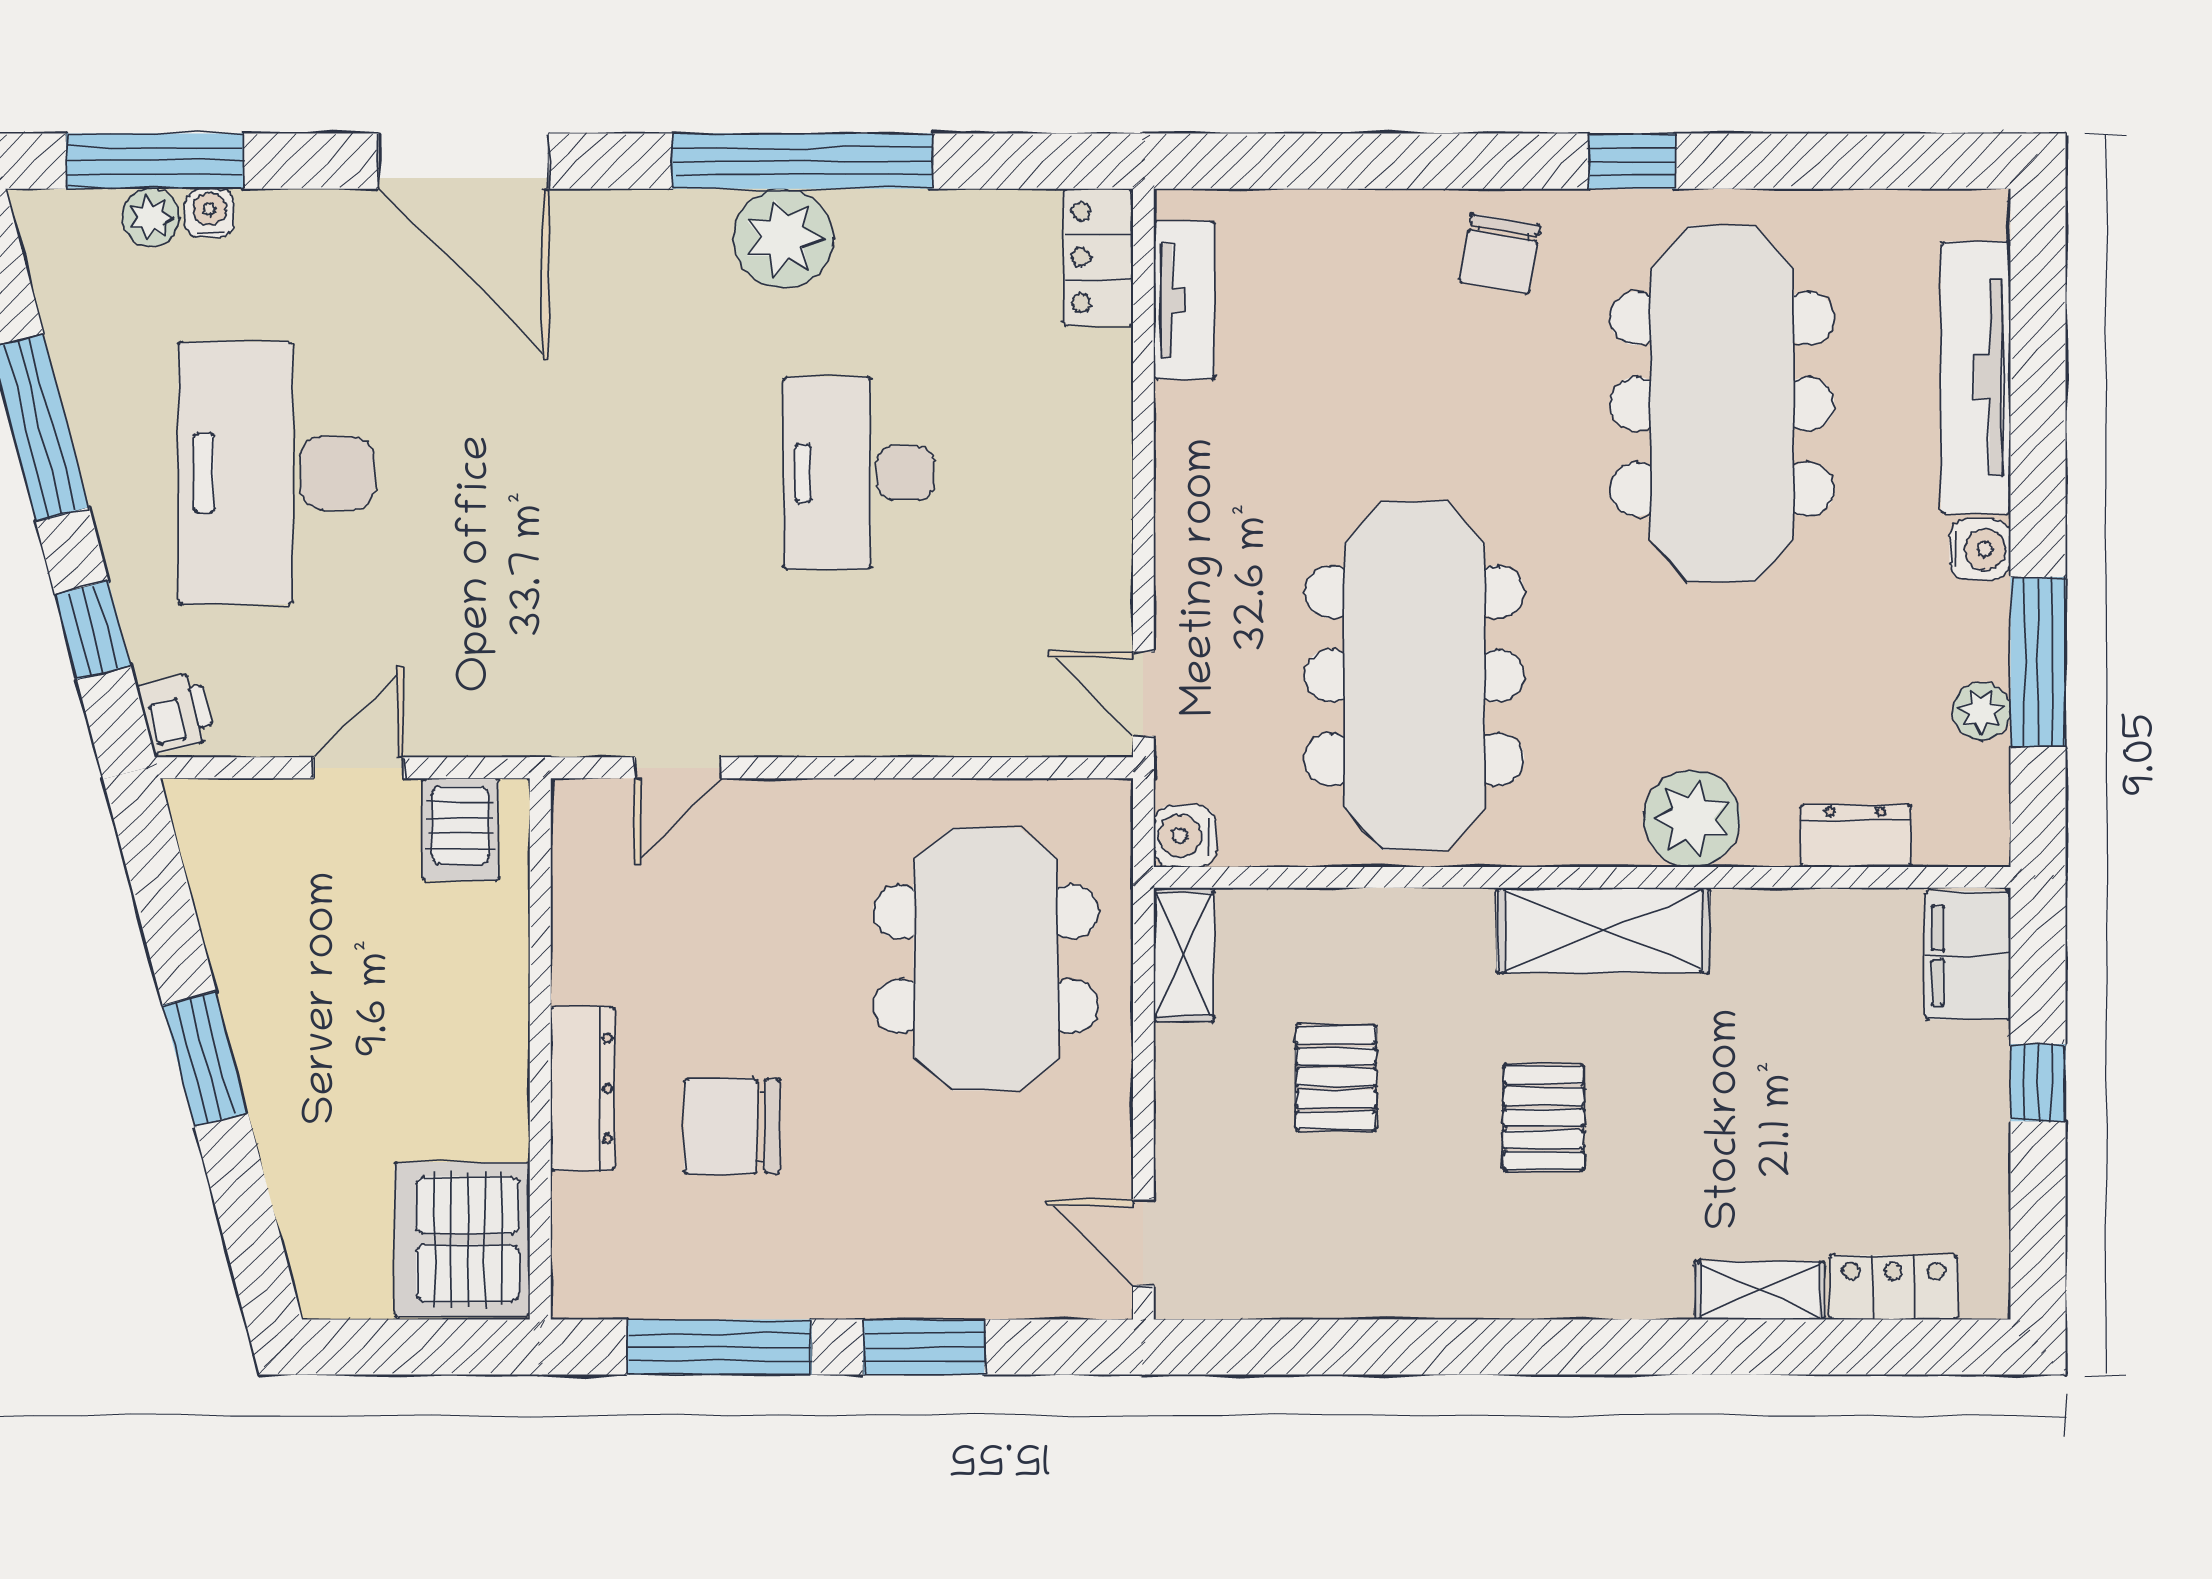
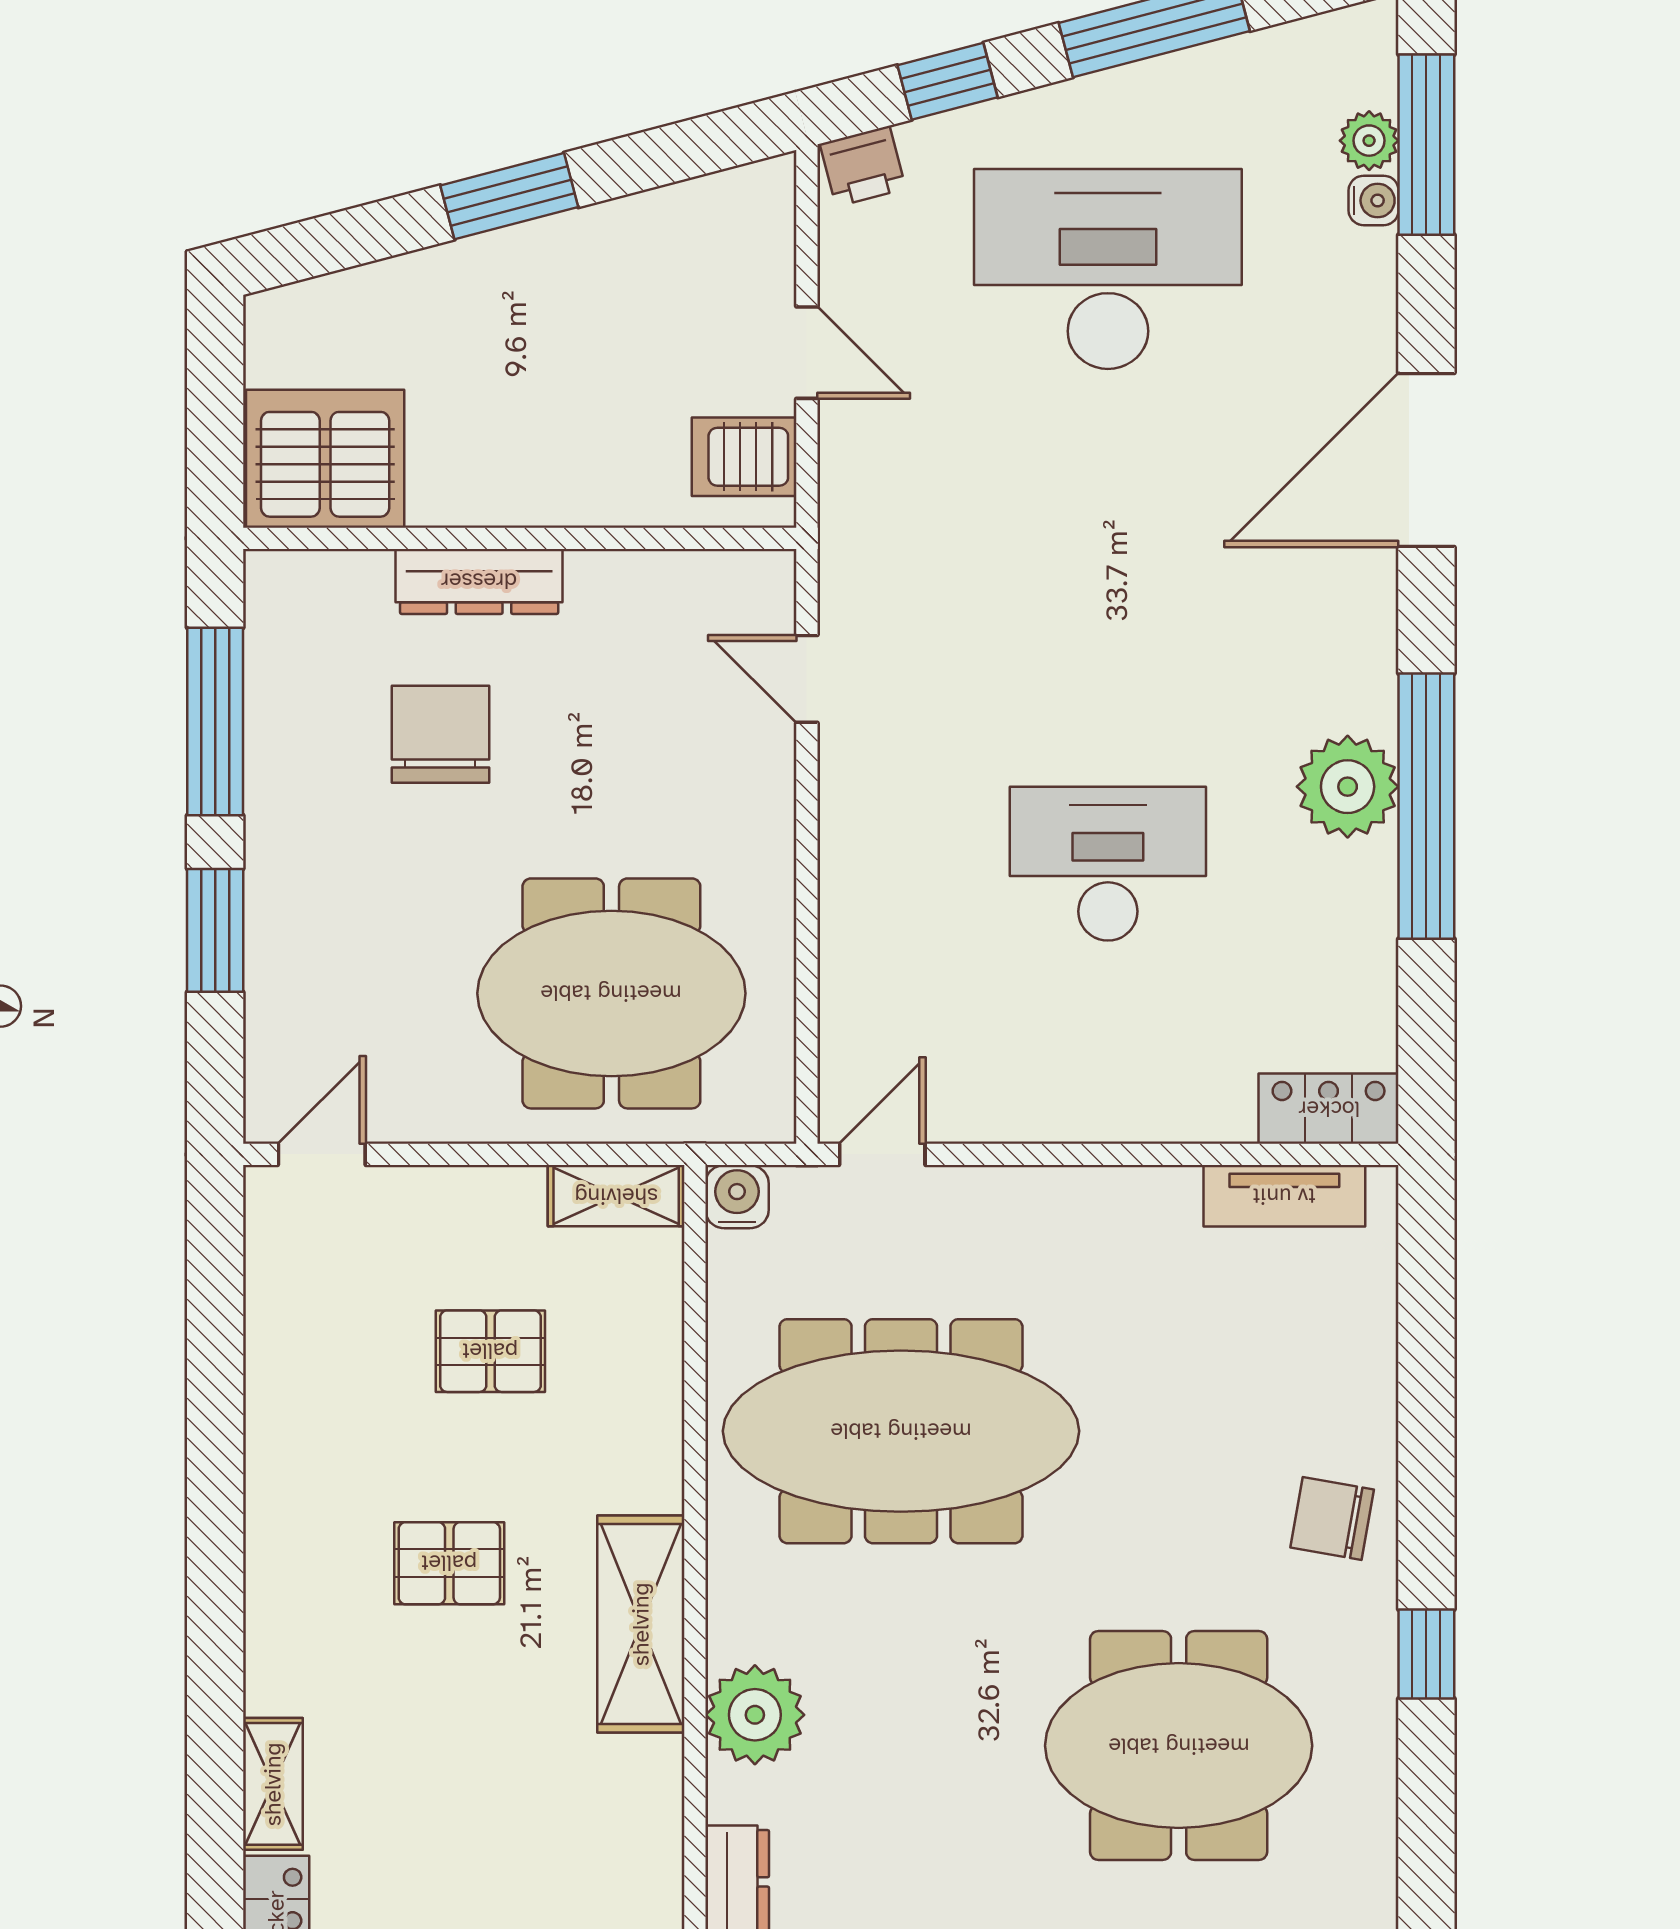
meeting table: (1722, 404) -> (1179, 1746), width x0.73

